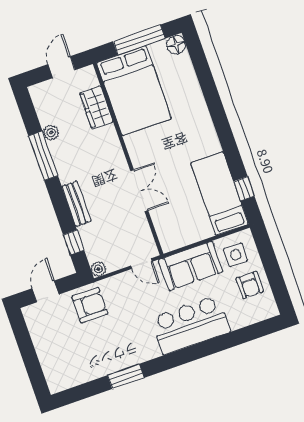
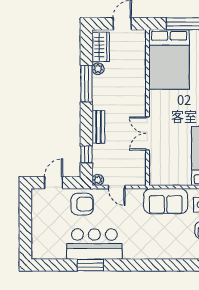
wardrobe: (96, 107) -> (101, 47), moved, turned 180
double door: (139, 191) -> (147, 133), swing flipped
door: (141, 264) -> (117, 187), moved
bar counter: (191, 325) -> (94, 244), moved

